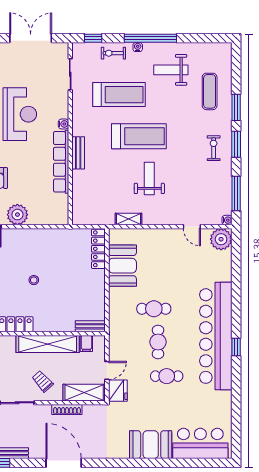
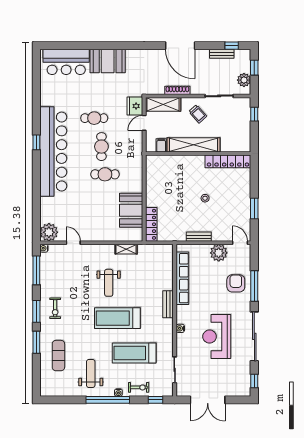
weight bench: (171, 70) -> (91, 373), turned -90
row of seats: (61, 162) -> (182, 278), moved
bench: (90, 326) -> (199, 237), moved

